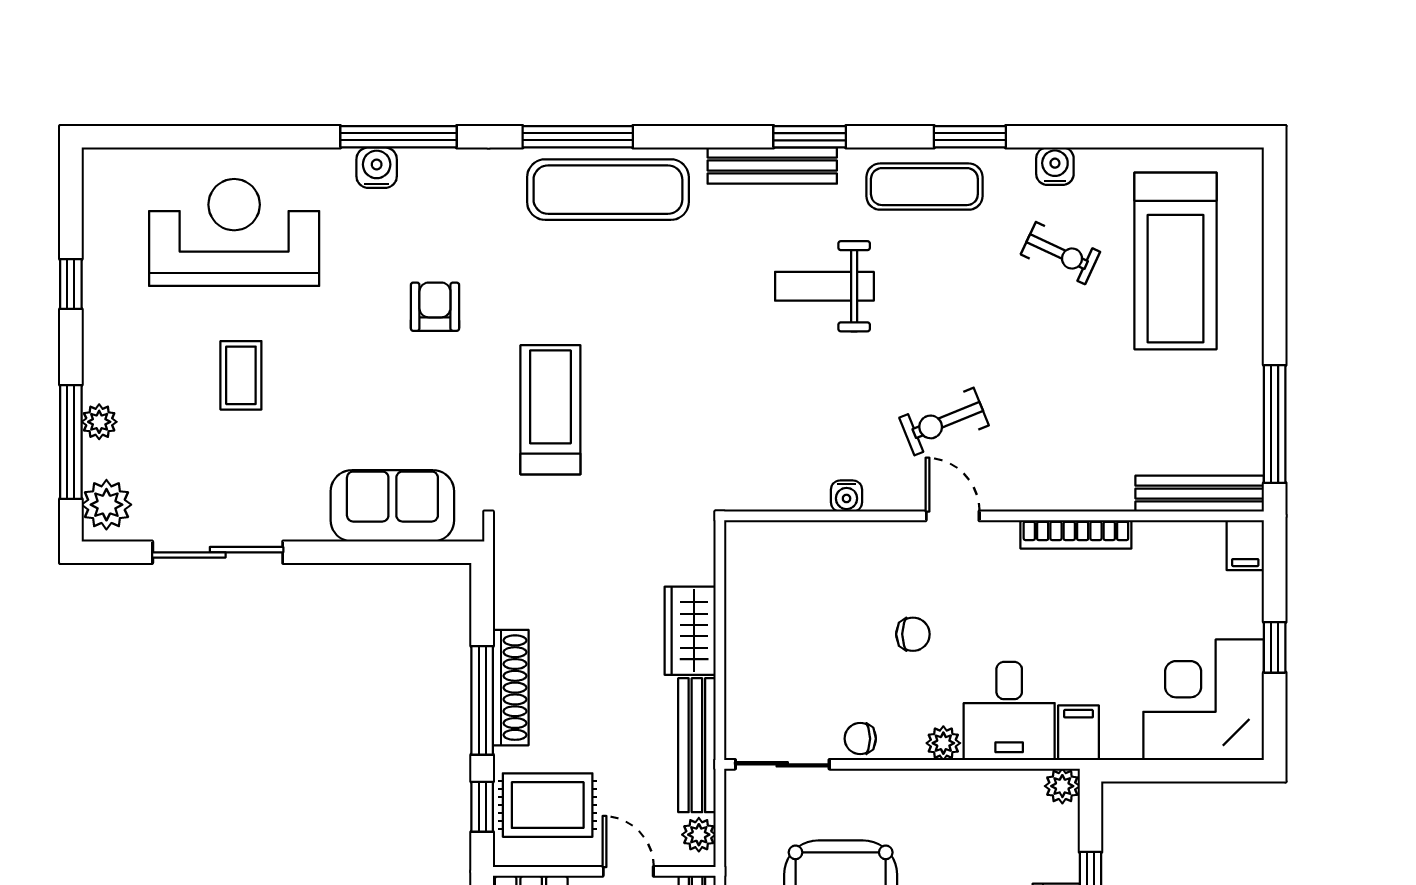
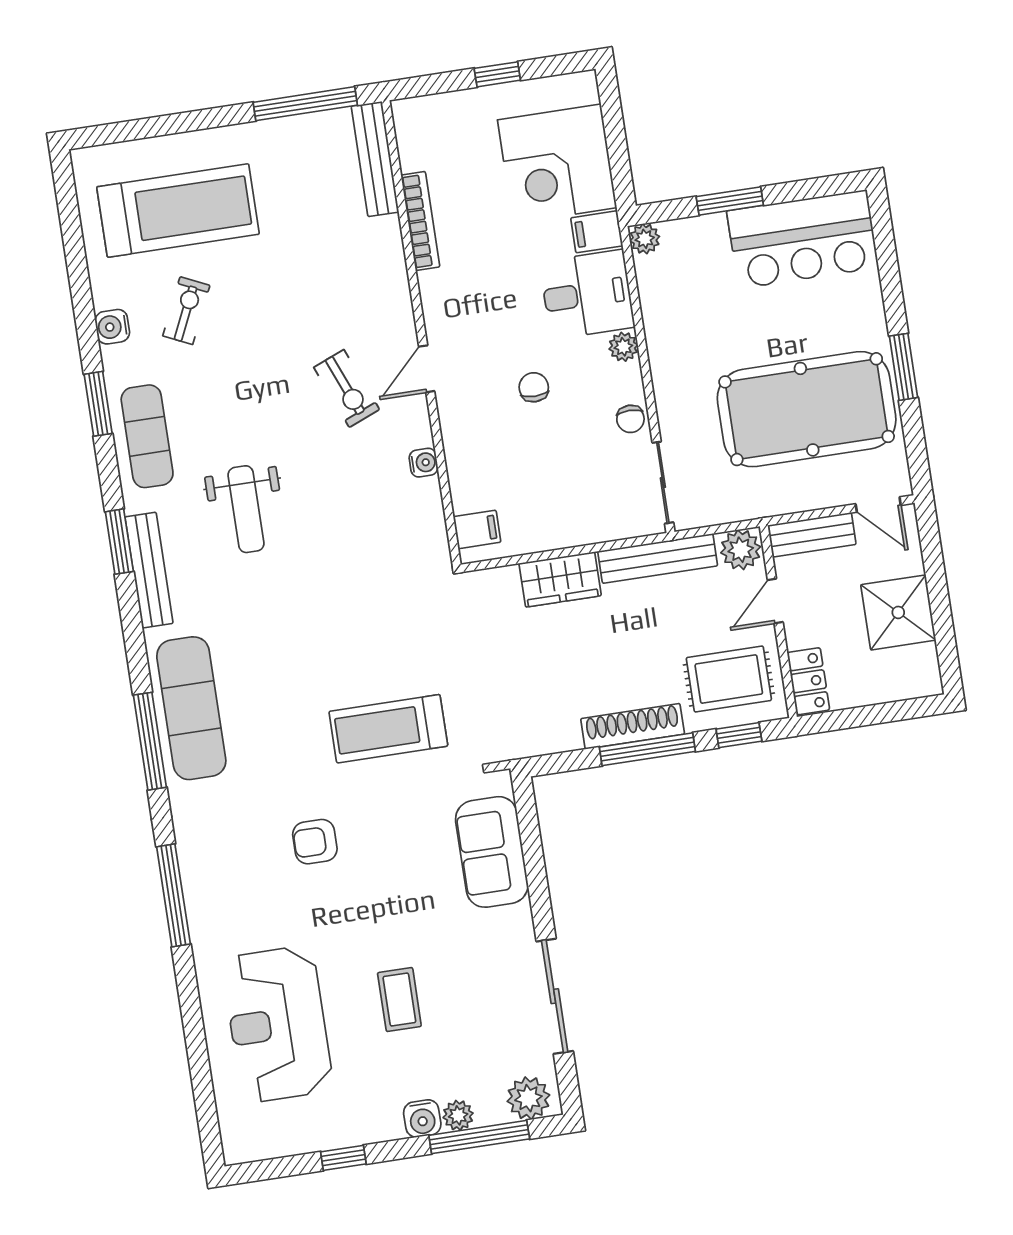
water cooler: (377, 168) -> (422, 1118), moved, turned -90
coffee table: (241, 375) -> (399, 1000), turned 90
bookcase: (1076, 534) -> (420, 221), moved
filing cabinet: (1245, 545) -> (477, 529), moved
corner desk: (1204, 700) -> (557, 164), moved
rug: (548, 805) -> (729, 679), turned 90
plant: (699, 835) -> (741, 550), width x1.38, depth x1.38

